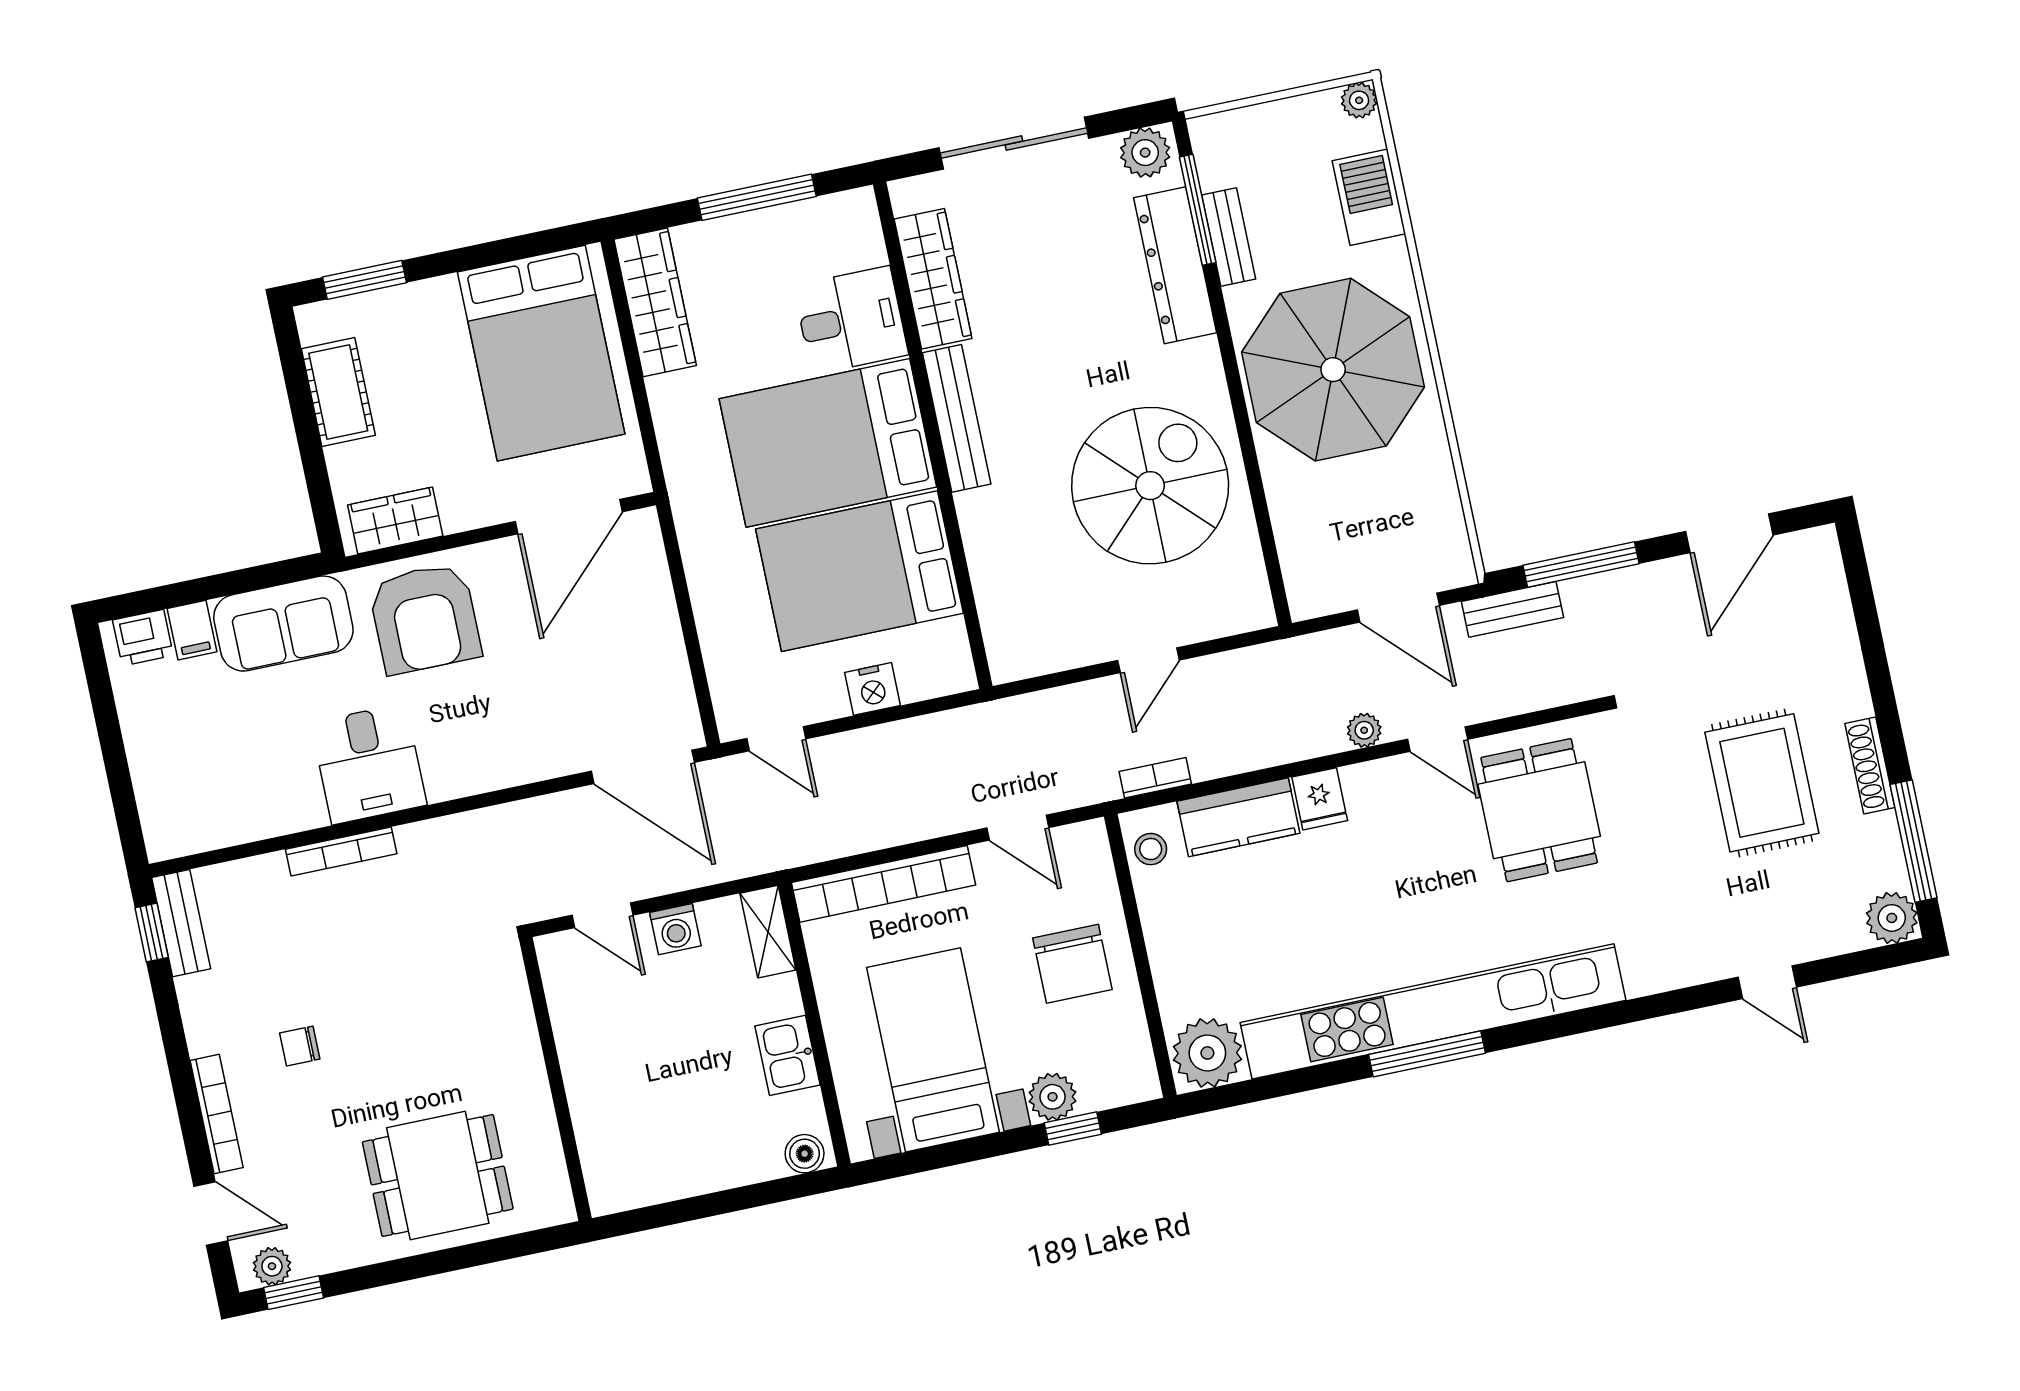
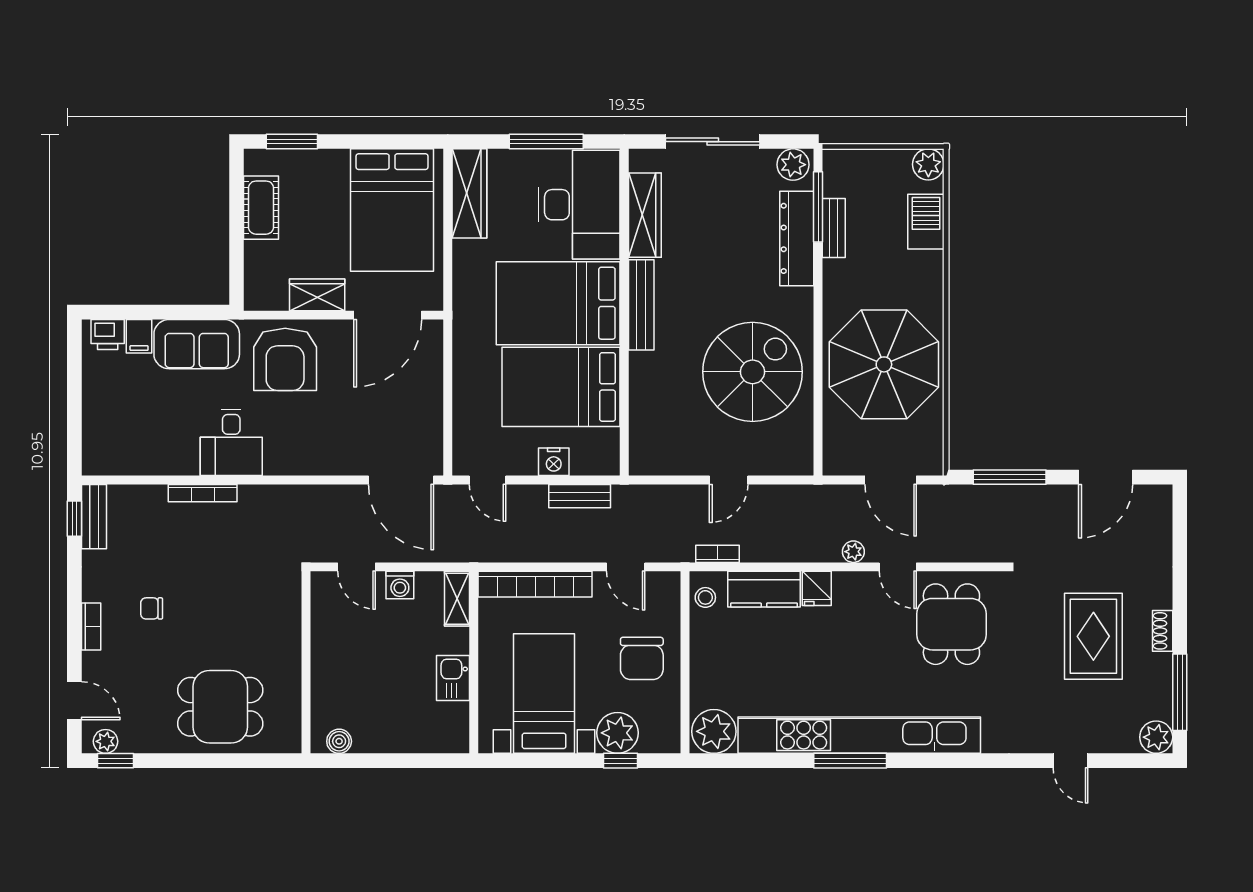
plant: (1359, 100) -> (928, 164), width x1.38, depth x1.38
desk: (851, 320) -> (579, 205), width x1.87, depth x1.30
parasol: (1333, 370) -> (884, 364), moved
wardrobe: (395, 521) -> (317, 295), moved
bench: (1512, 609) -> (580, 496), moved
shoe rack: (1870, 765) -> (1163, 631), width x0.70
plant: (1053, 1097) -> (618, 733), width x1.36, depth x1.36
bookcase: (217, 1114) -> (91, 627), width x0.64
boiler: (805, 1154) -> (339, 741), moved

